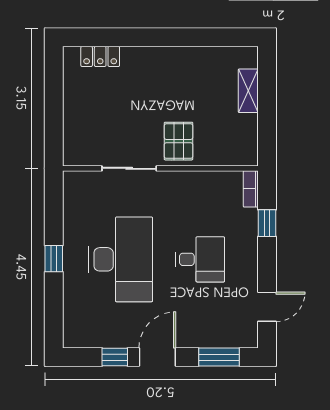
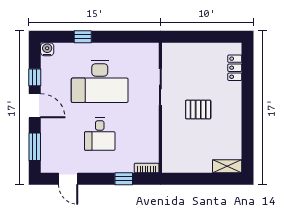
shelving: (248, 91) -> (227, 166), moved
pallet: (178, 141) -> (198, 109), moved
window: (54, 259) -> (83, 37), moved
water cooler: (73, 338) -> (47, 49), added

